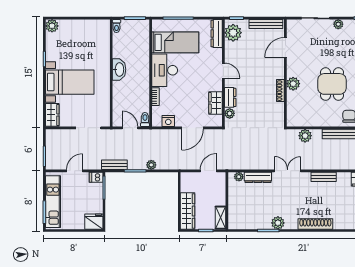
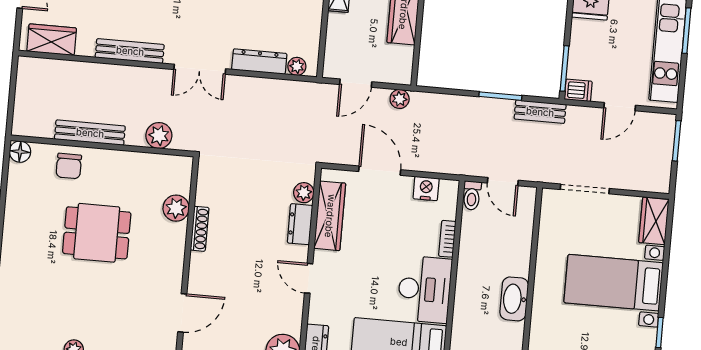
plant: (293, 84) -> (176, 208), moved
dining table: (332, 84) -> (97, 233), turned 90
wardrobe: (216, 103) -> (330, 216), width x1.50
door: (192, 128) -> (380, 171), hinge flipped
plant: (151, 165) -> (400, 99), moved
bench: (324, 177) -> (130, 51), width x1.36

